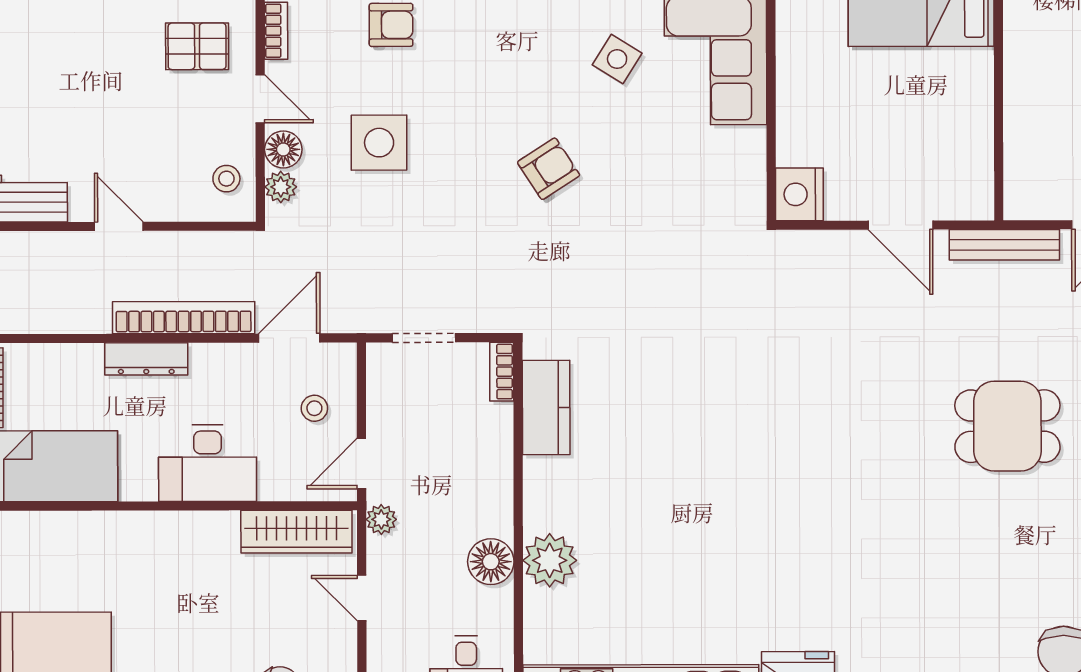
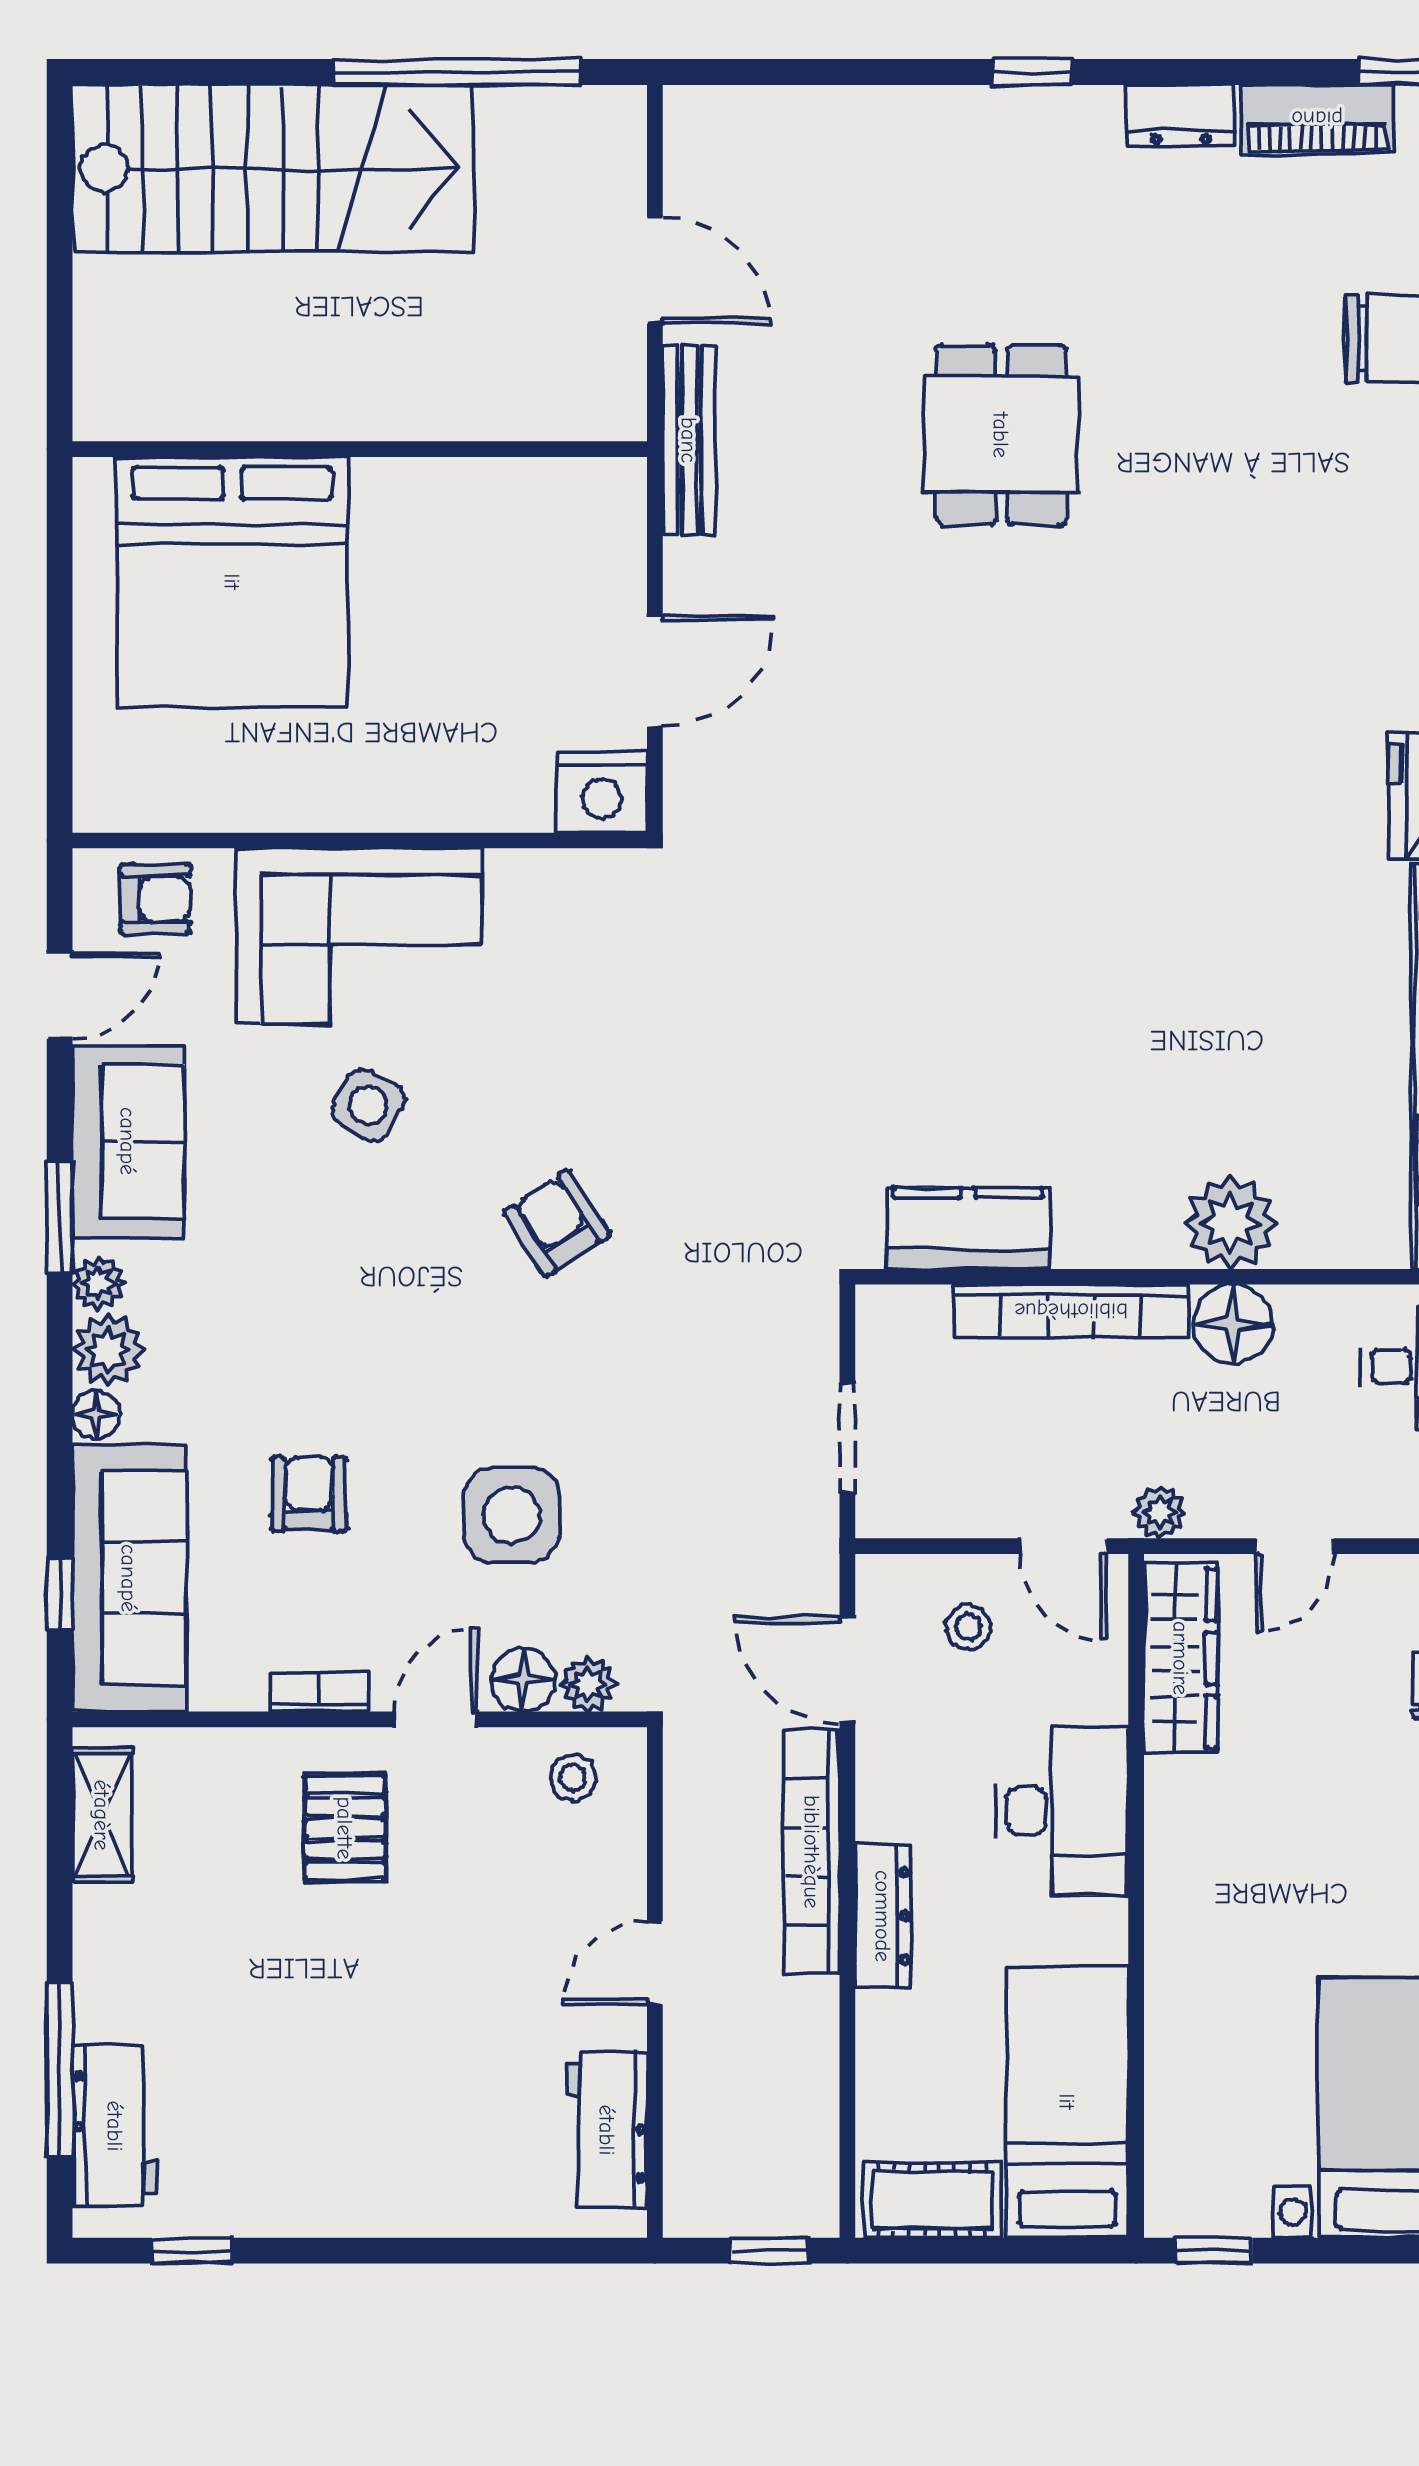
door: (901, 225) -> (655, 671), moved
bookcase: (502, 372) -> (1071, 1311), moved, width x2.31, depth x1.31

